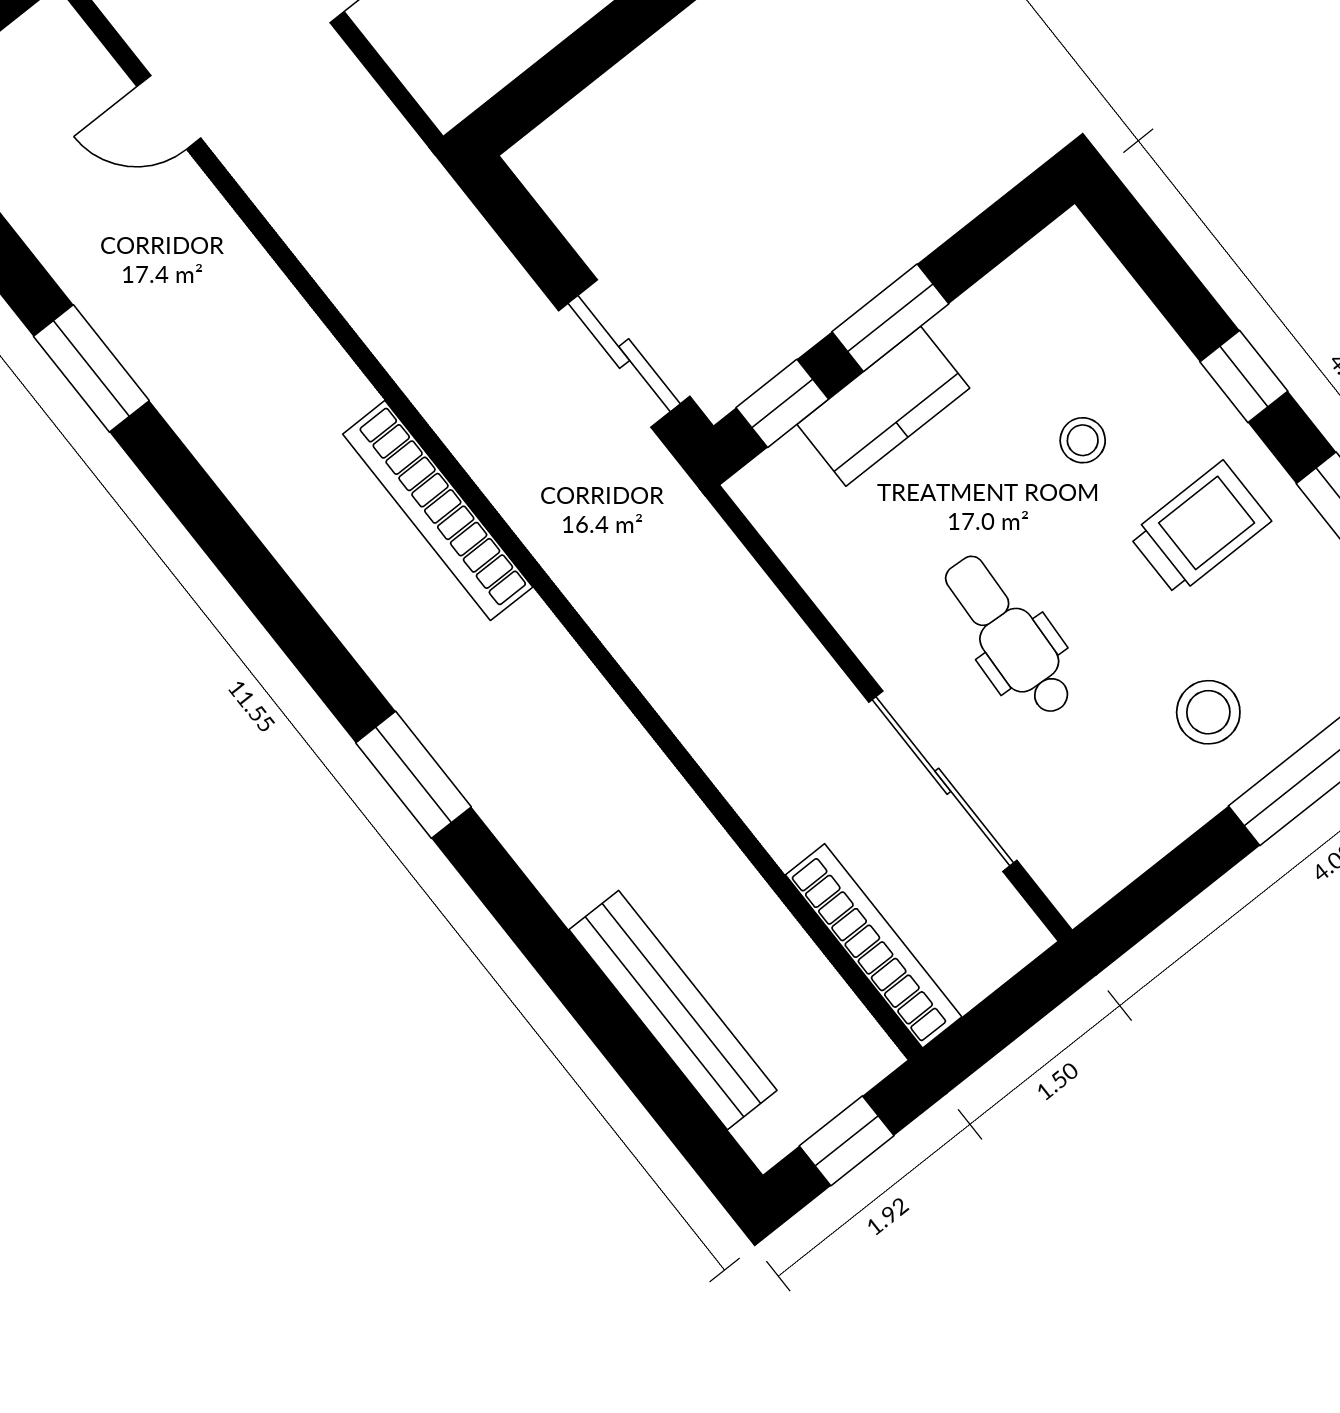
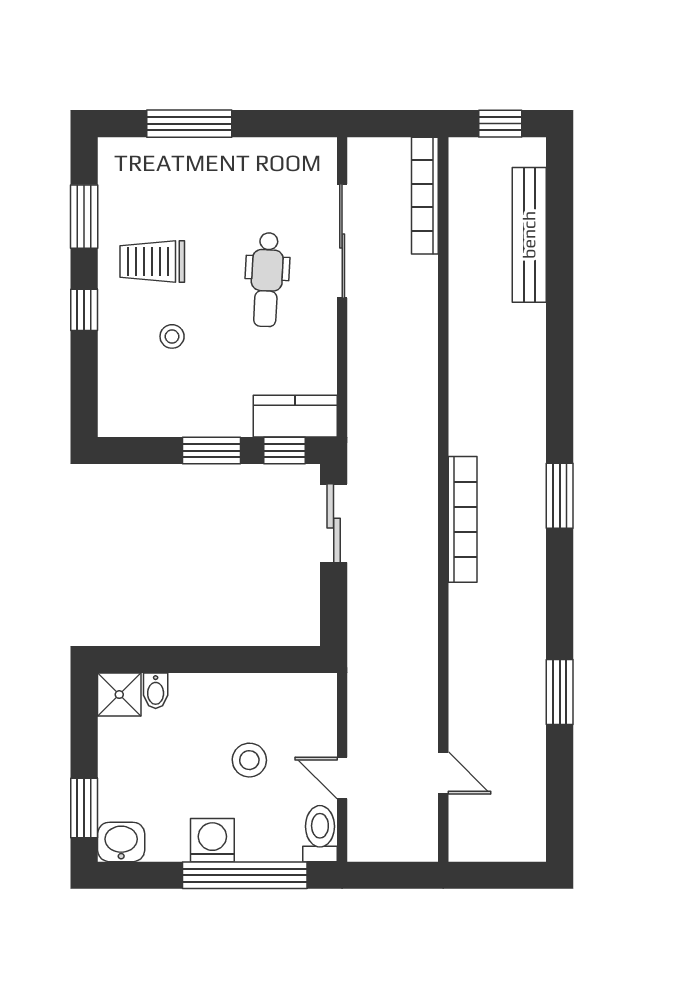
kitchen counter: (883, 406) -> (295, 416), moved
stool: (1208, 712) -> (209, 182), removed
window: (413, 775) -> (560, 496), moved

